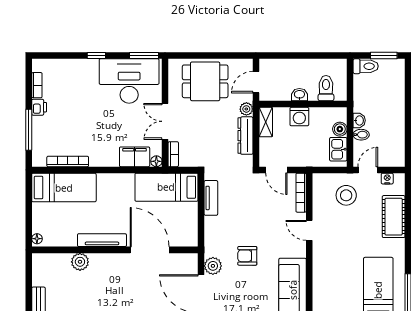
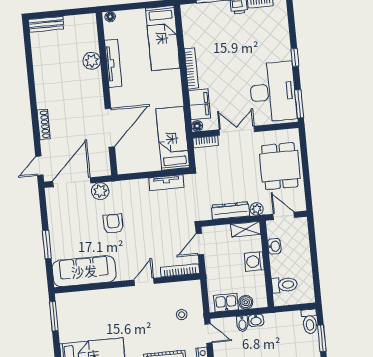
washbasin: (299, 95) -> (274, 246), moved
bookcase: (68, 161) -> (191, 69), moved
stool: (346, 195) -> (182, 315), width x0.53, depth x0.53
tv unit: (102, 240) -> (113, 63), moved

